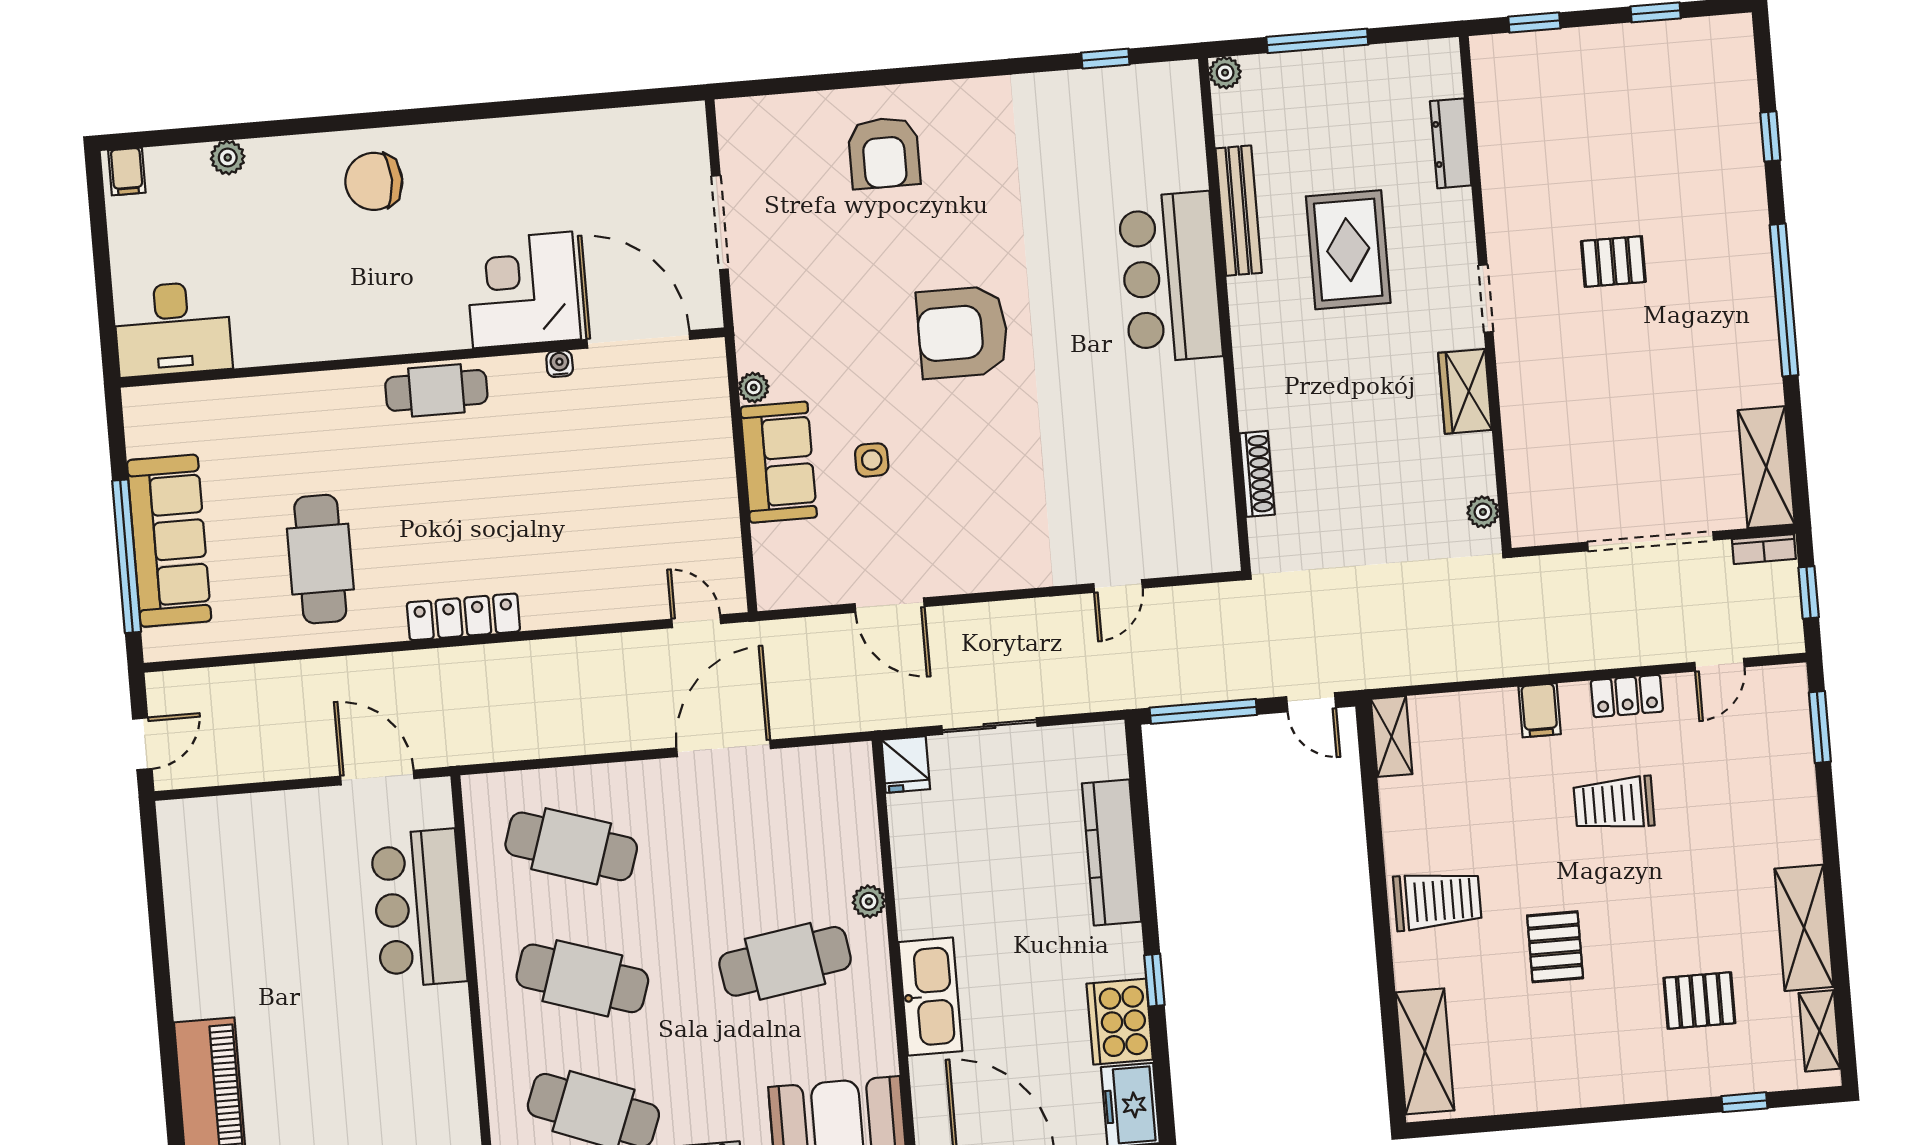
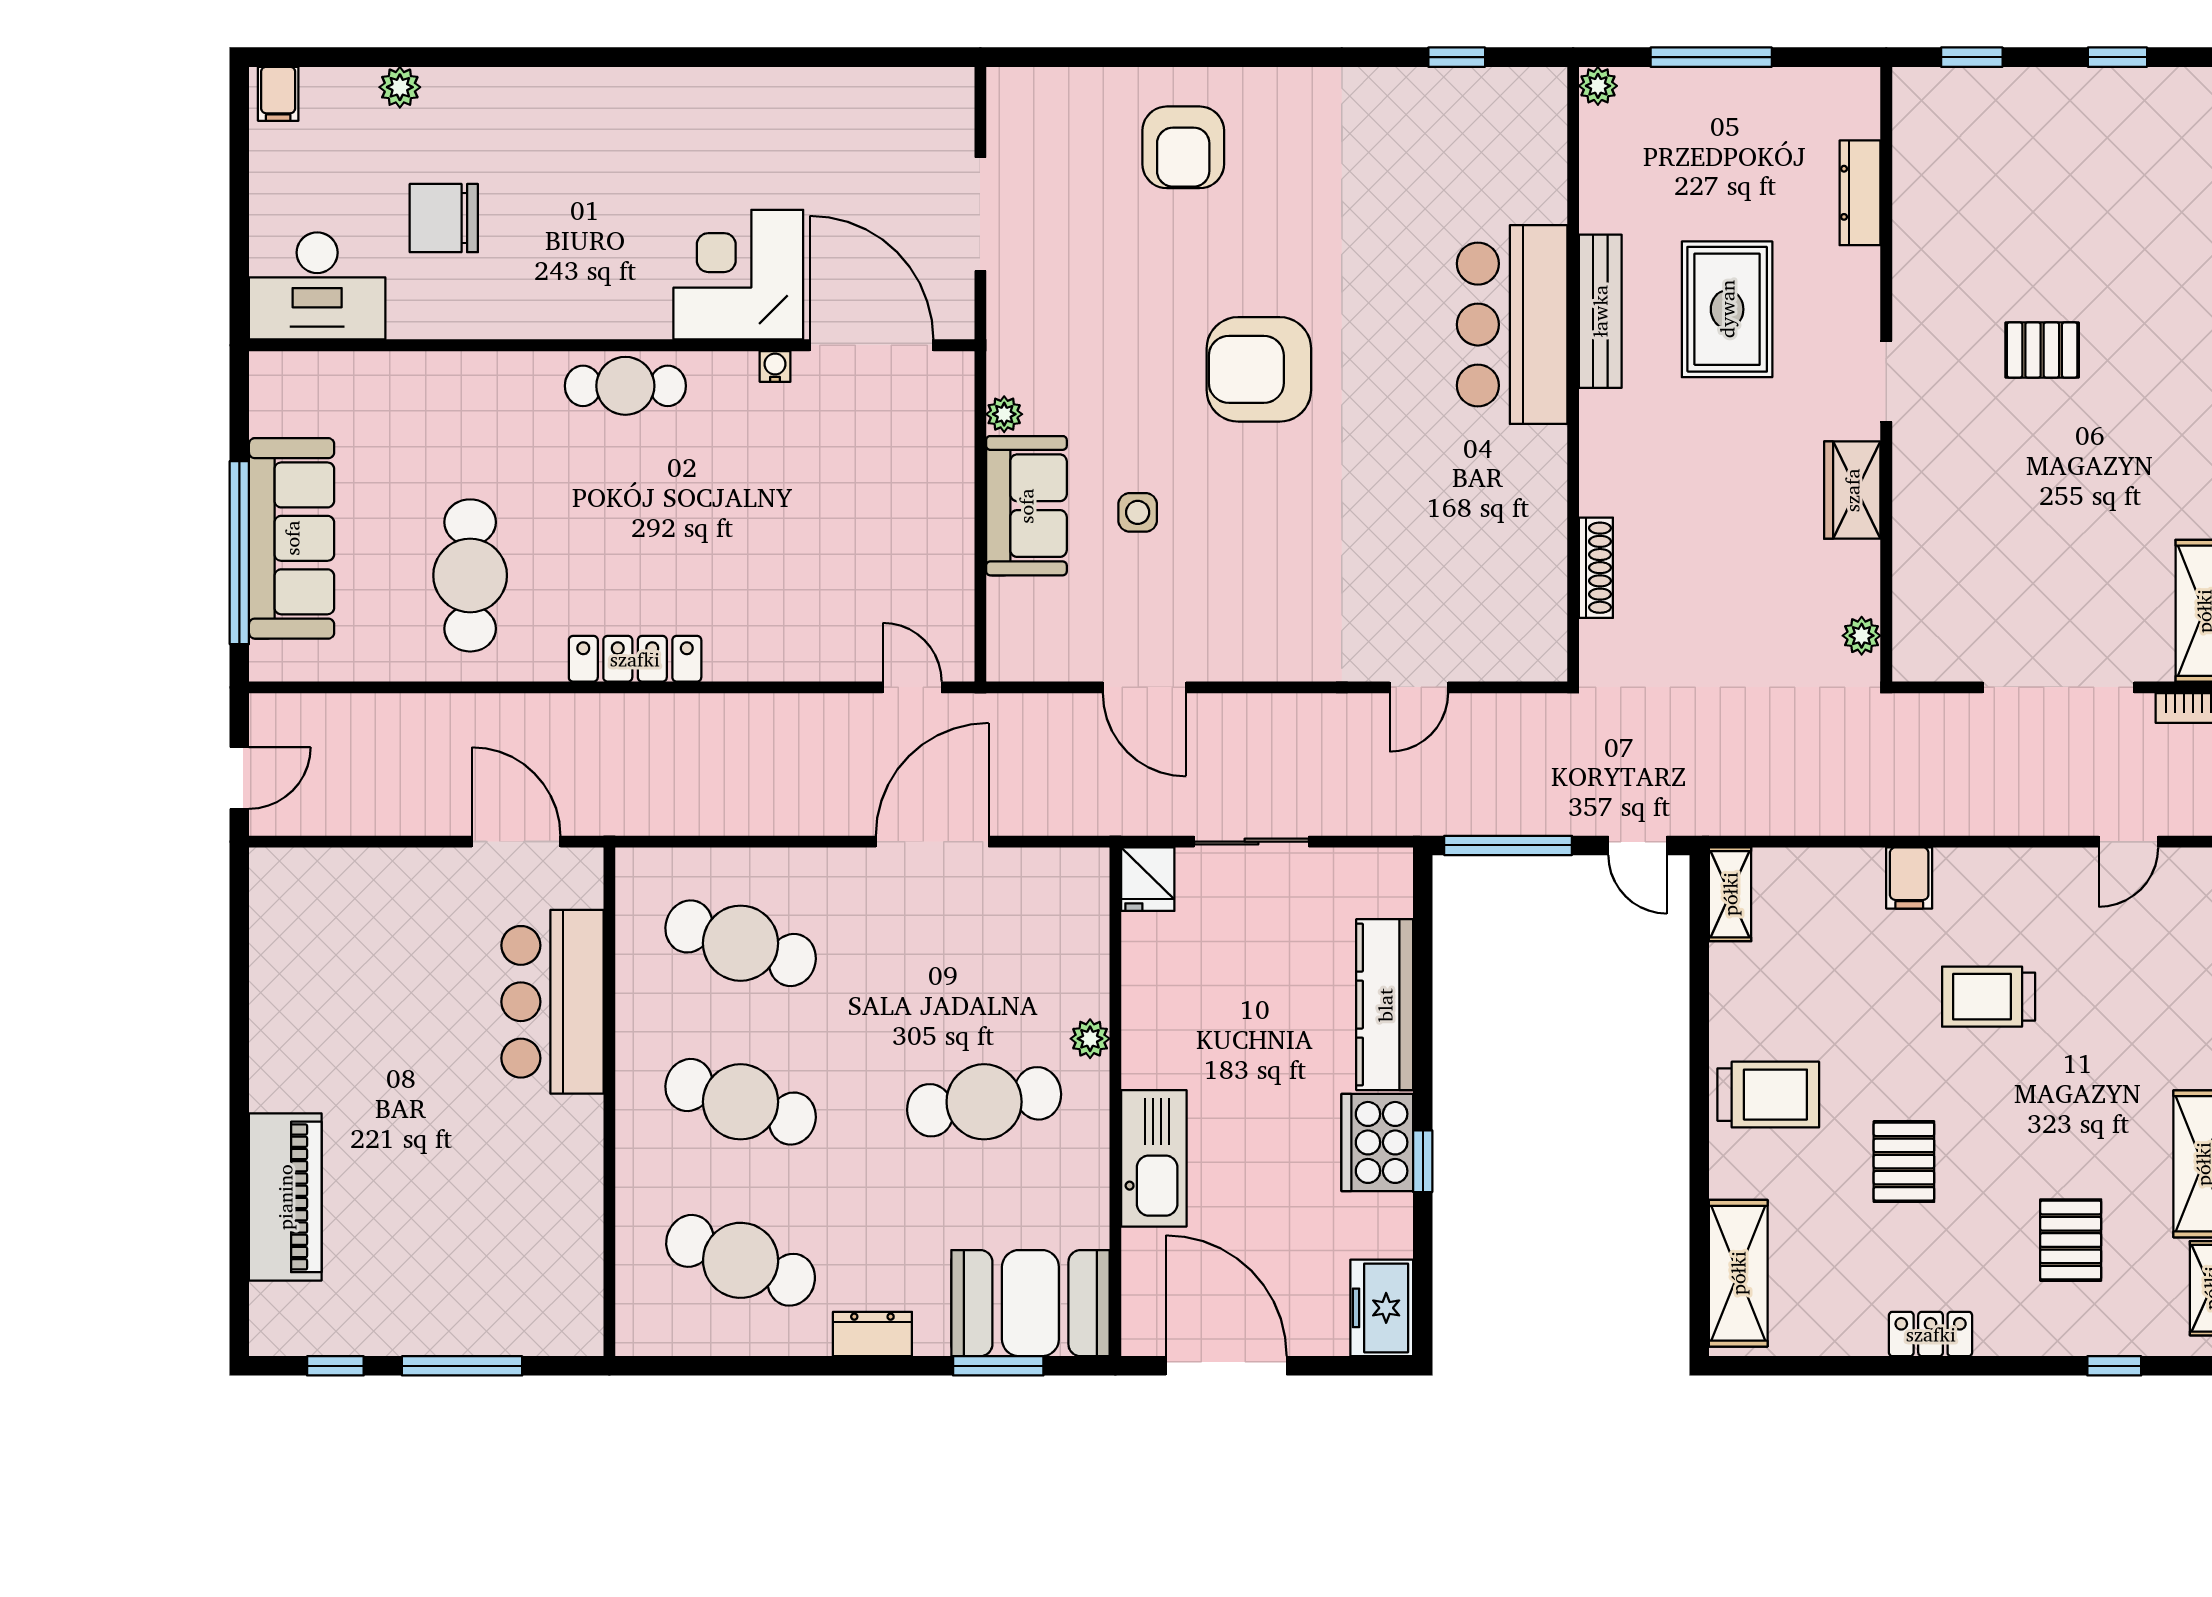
chair: (374, 181) -> (444, 218), moved
bench: (1239, 211) -> (1600, 311), moved
locker: (1627, 696) -> (1931, 1334), moved, turned 180
pallet: (1699, 1000) -> (2071, 1240), turned 90
cooker: (1120, 1022) -> (1377, 1142), moved

